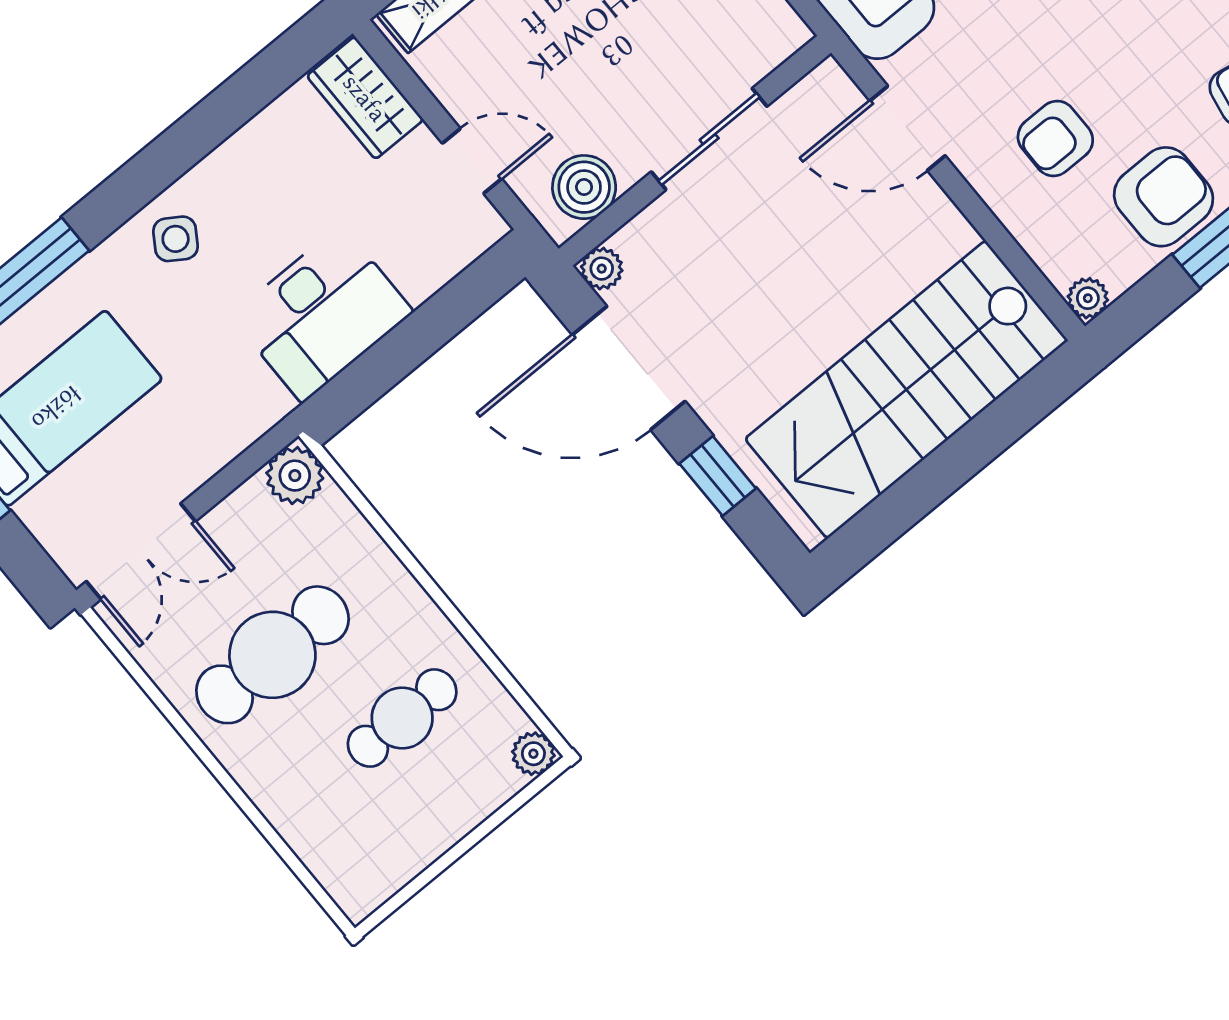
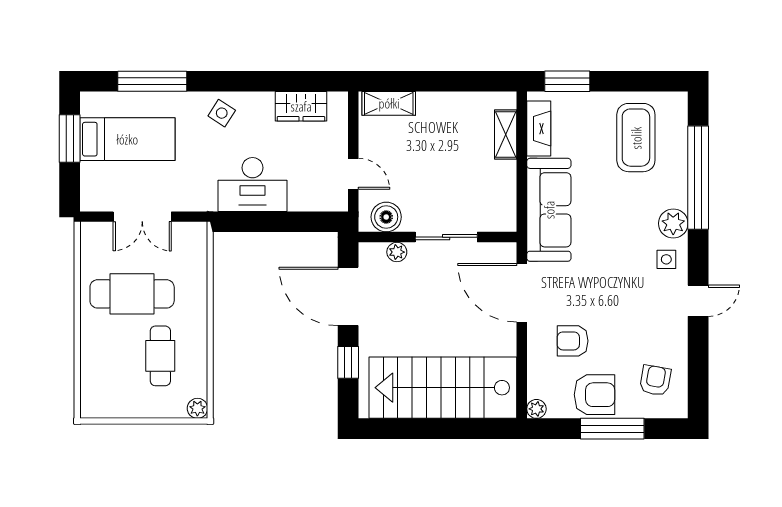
wardrobe: (365, 98) -> (301, 106), moved, turned -90
door: (908, 128) -> (522, 293), width x1.36
plant: (602, 269) -> (397, 252), moved
plant: (295, 476) -> (194, 235), removed
double door: (141, 551) -> (142, 217), moved
cafe table: (402, 718) -> (160, 356), turned 90

